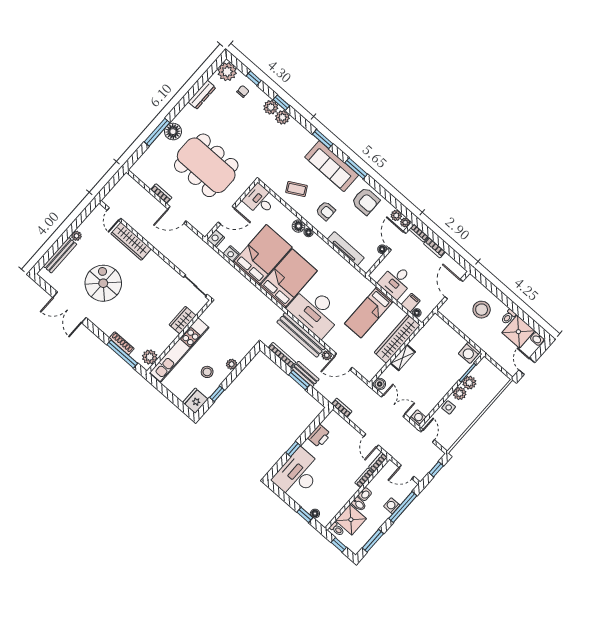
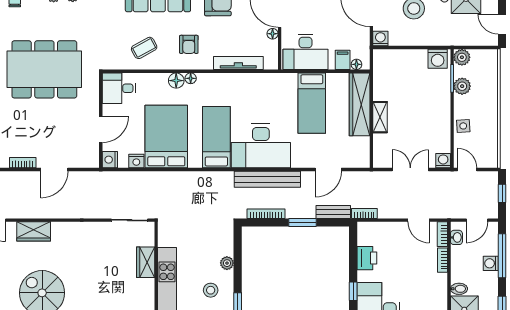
dining table: (206, 165) -> (44, 69), moved
armchair: (326, 211) -> (189, 44), turned 90
wardrobe: (131, 241) -> (34, 231), width x0.67
bed: (288, 278) -> (216, 137), width x0.67
desk: (396, 281) -> (306, 52), width x1.37
washing machine: (445, 310) -> (380, 39), added
plant: (327, 355) -> (308, 177), removed
bench: (305, 374) -> (333, 212), moved
boiler: (380, 384) -> (380, 161), removed
plant: (460, 393) -> (462, 57), moved
washbasin: (365, 494) -> (456, 237), moved

